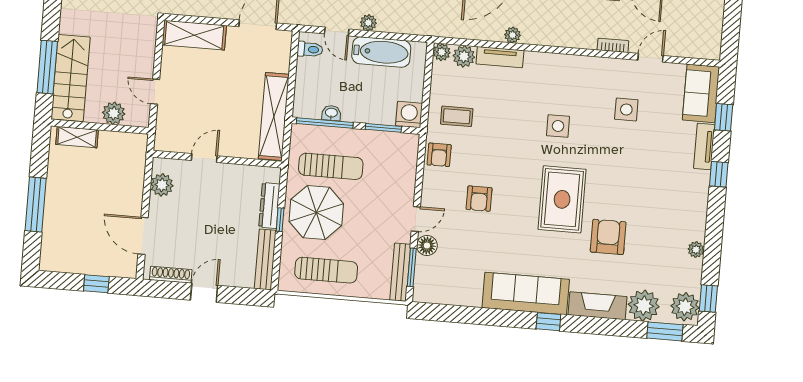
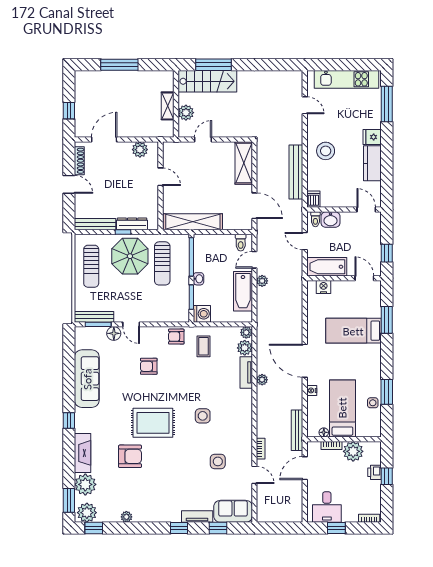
washbasin: (331, 113) -> (199, 279), moved
shelving: (77, 137) -> (168, 106), moved
sofa: (526, 293) -> (87, 379), moved

